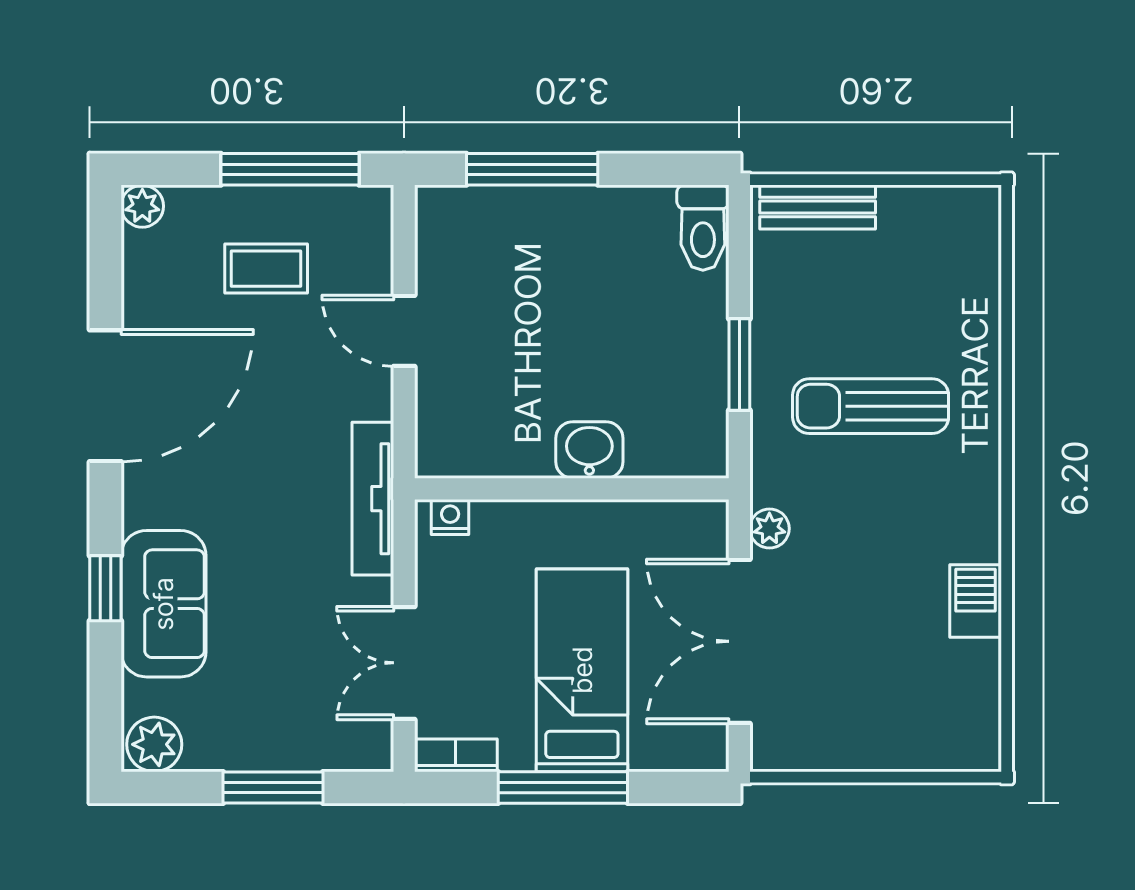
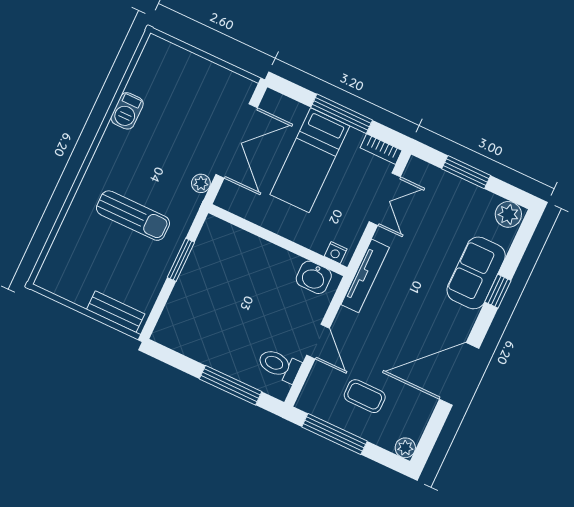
toilet: (703, 228) -> (279, 365), moved, turned -90
washbasin: (589, 450) -> (314, 277), moved

